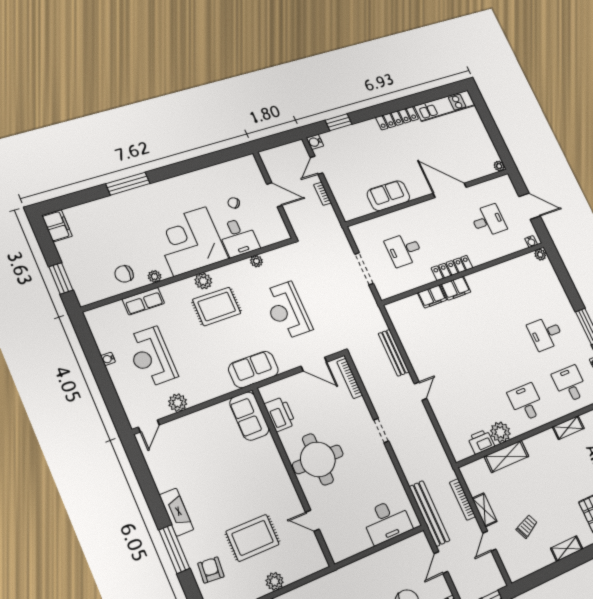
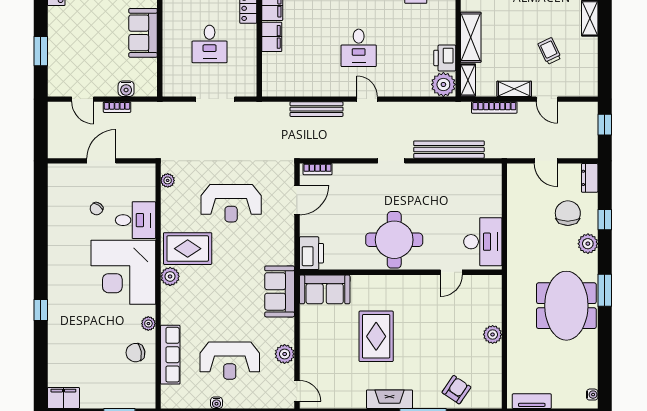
water cooler: (315, 142) -> (126, 89), moved
window: (128, 184) -> (41, 310), width x0.46
plant: (256, 261) -> (168, 180), moved
chair: (124, 274) -> (135, 353), turned 81
row of seats: (143, 301) -> (170, 355), width x1.48
rug: (217, 306) -> (188, 249), moved, turned 90
desk: (456, 369) -> (359, 48), added
sofa: (253, 370) -> (280, 291), moved
bookcase: (350, 378) -> (318, 169), width x0.64
printer: (280, 414) -> (311, 253), moved, turned 90
plant: (500, 432) -> (443, 84), moved
shelving: (473, 468) -> (468, 80), added
bench: (429, 513) -> (449, 150), moved
desk: (387, 521) -> (483, 242), moved
rug: (253, 538) -> (376, 336), moved
armchair: (211, 570) -> (456, 390), turned 119

